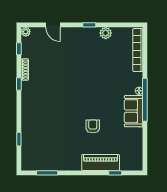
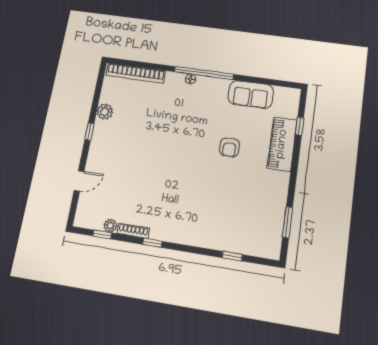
plant: (26, 32) -> (110, 226), moved
sofa: (134, 111) -> (251, 94), moved
armchair: (93, 126) -> (229, 147), turned -90

